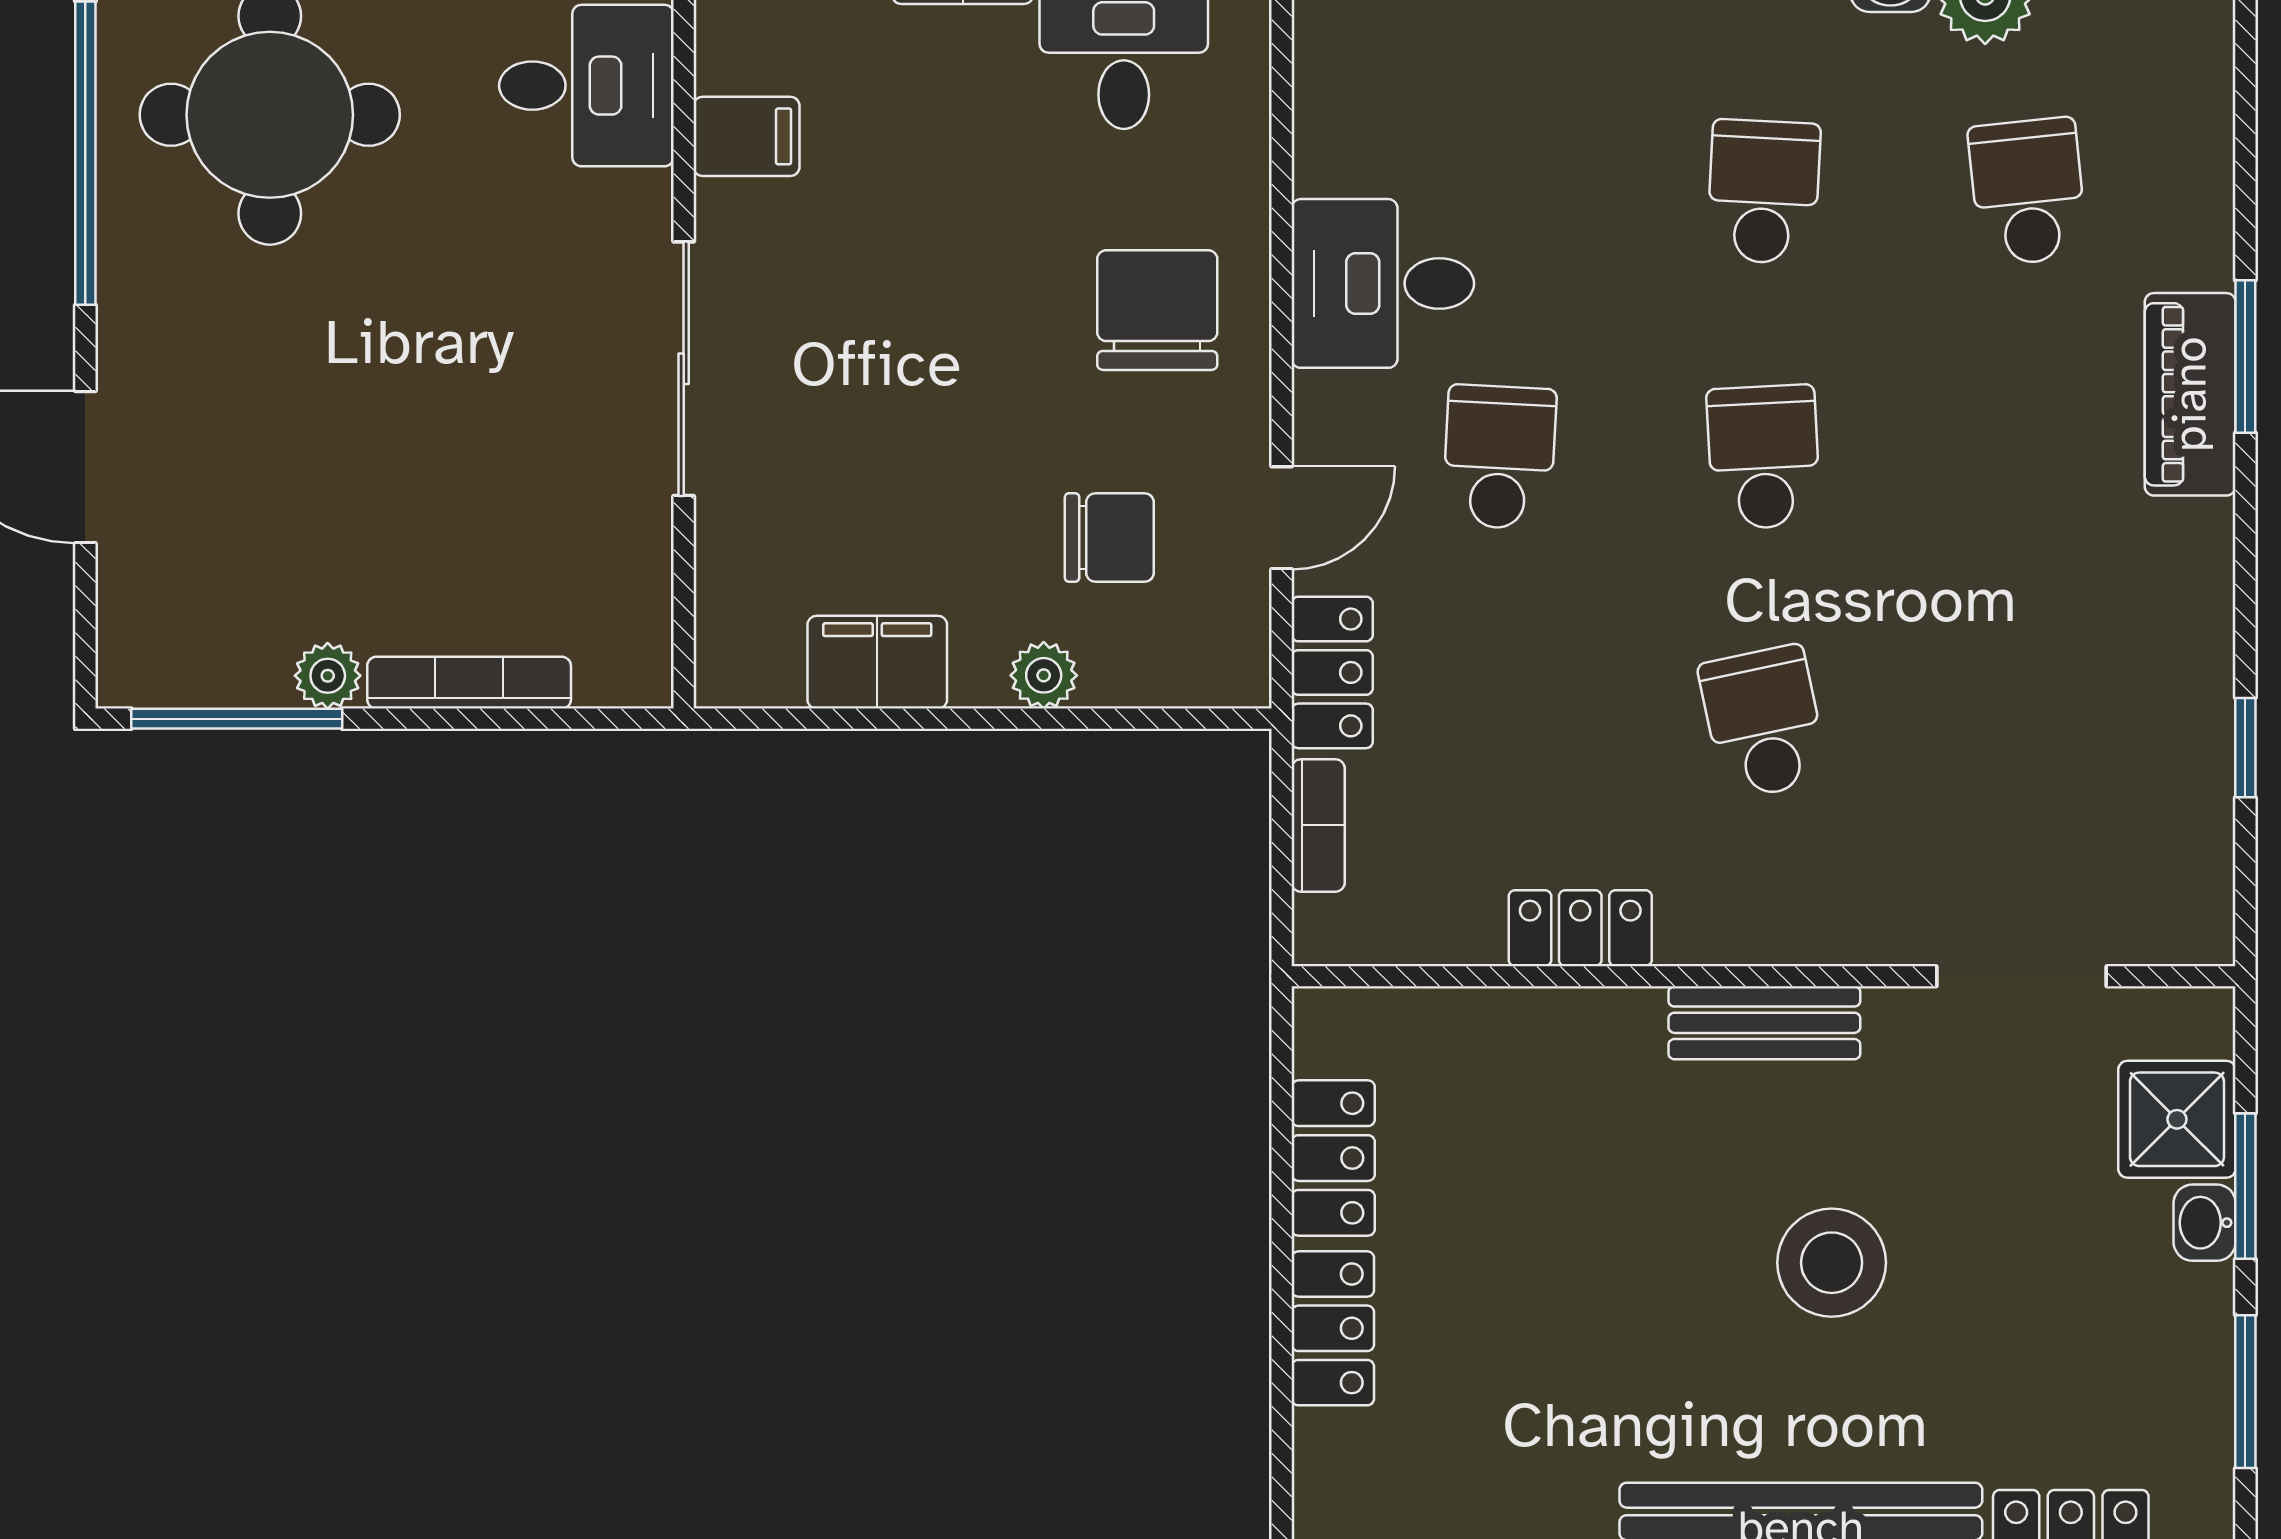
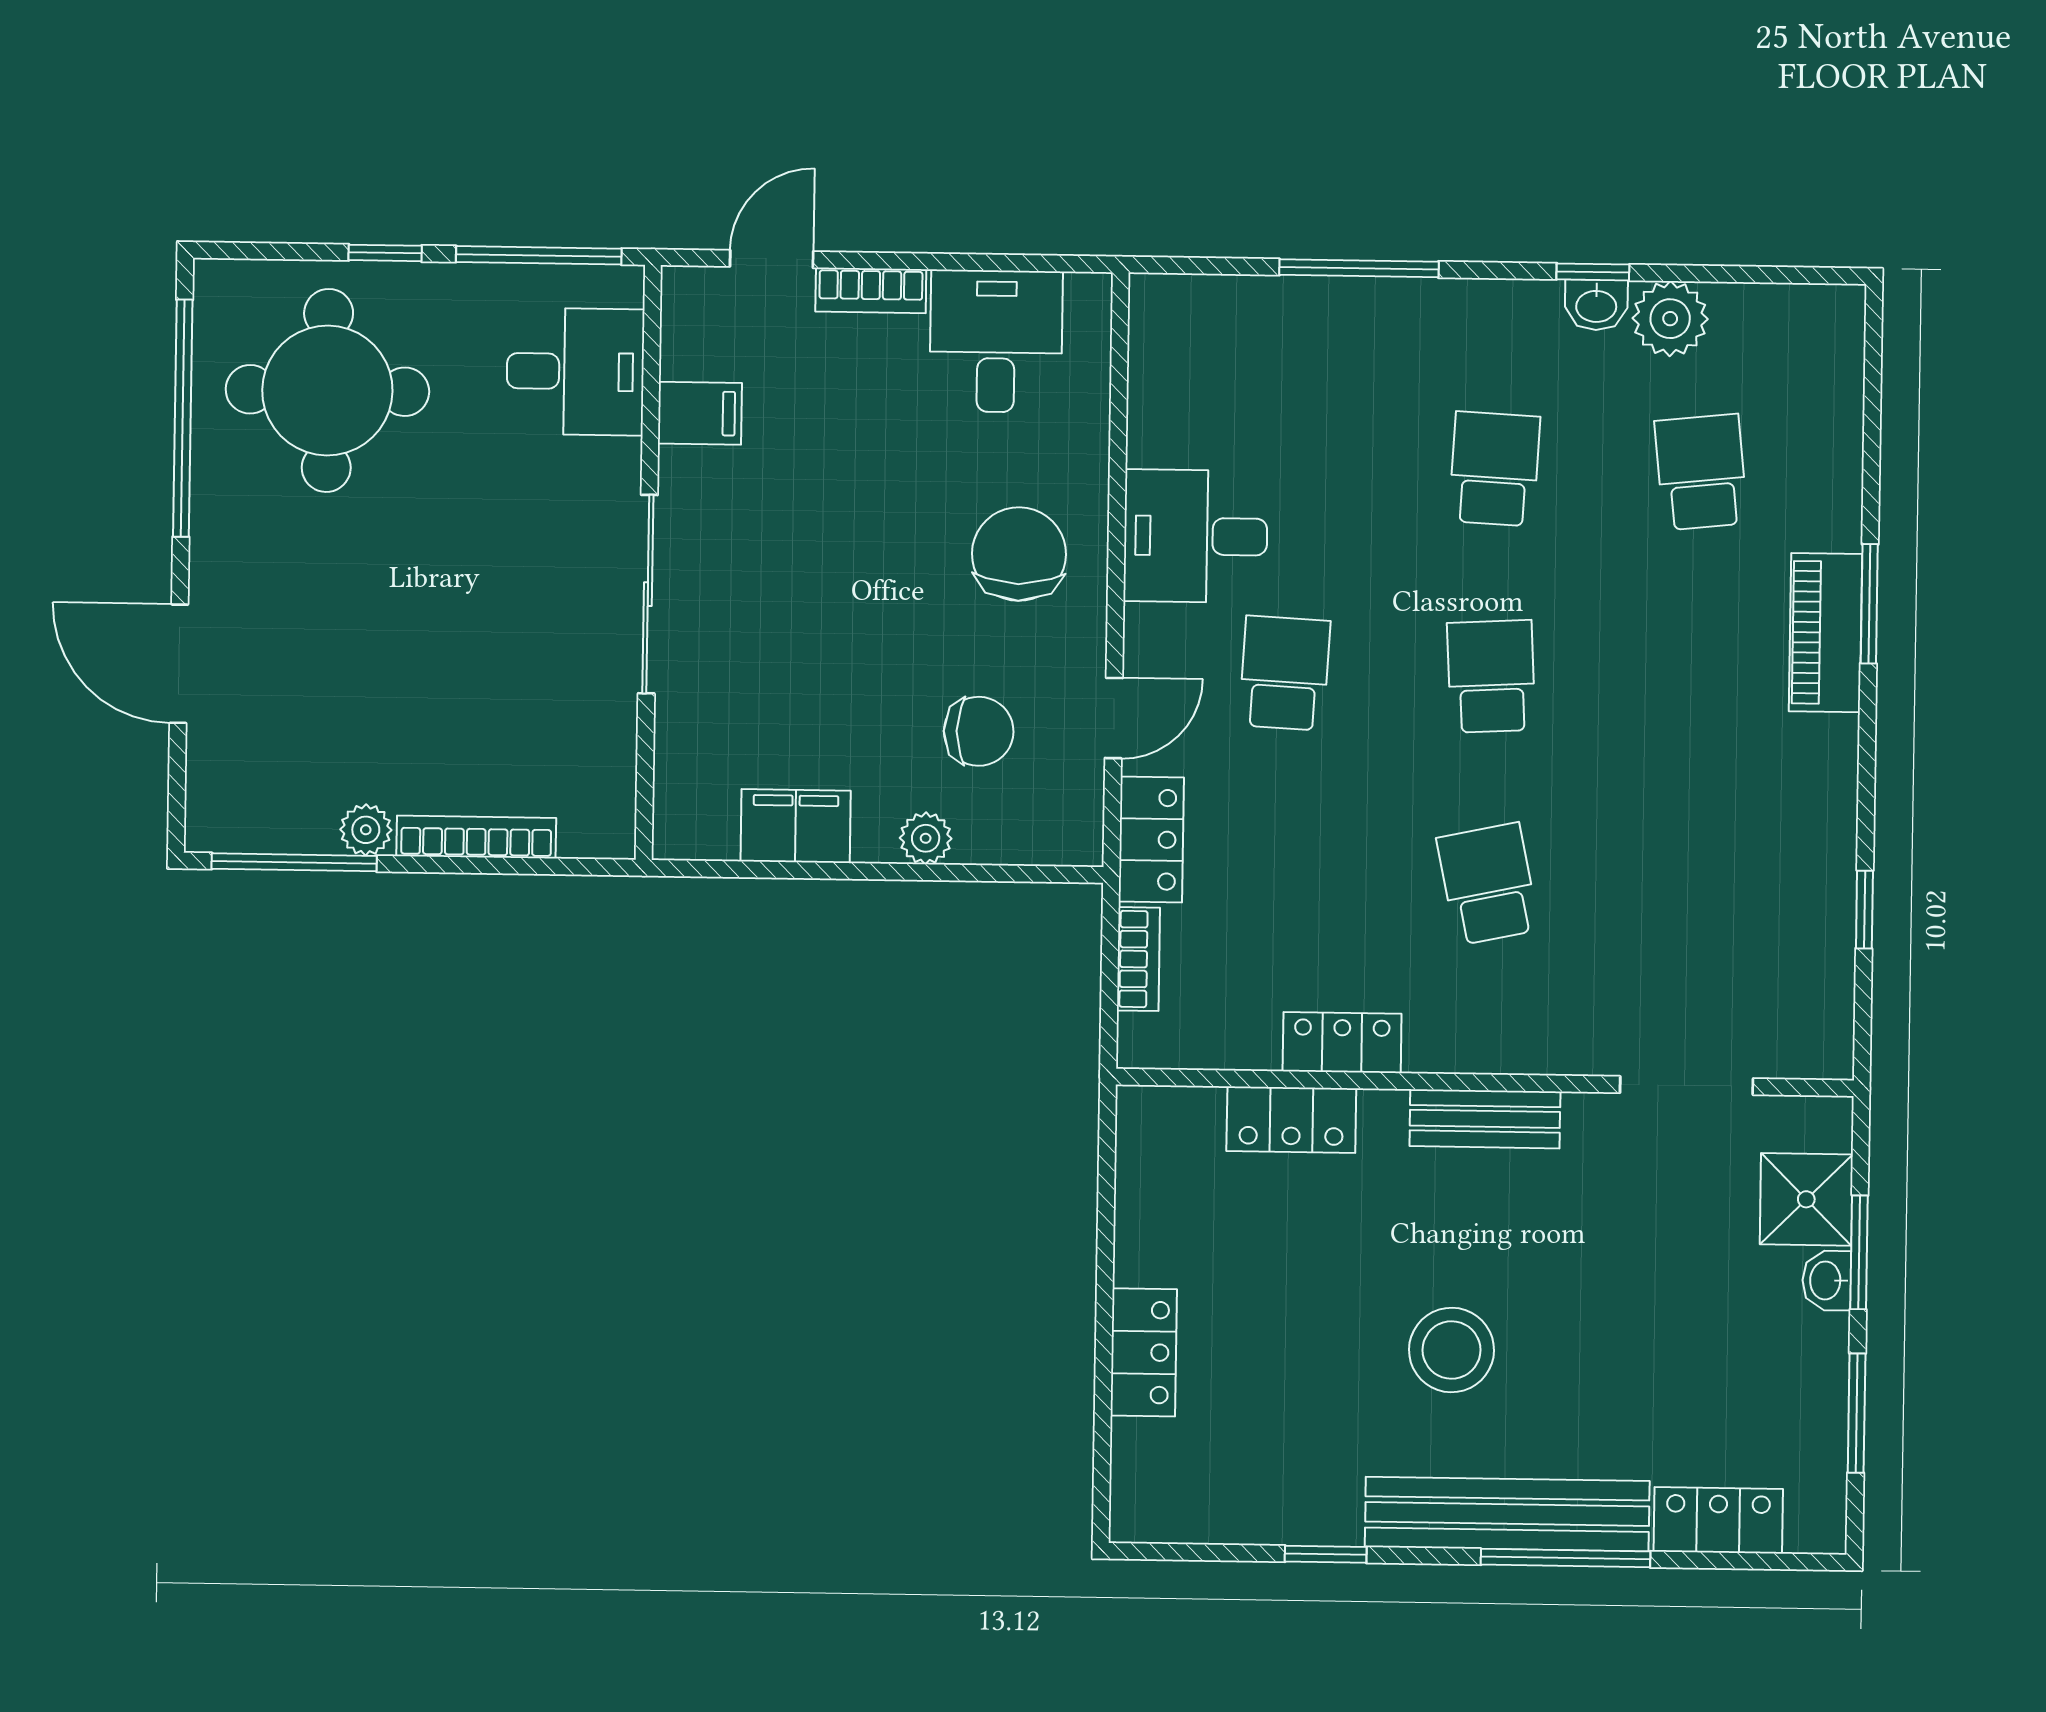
locker: (1333, 1158) -> (1291, 1120), moved, turned 90
stool: (1832, 1263) -> (1451, 1350), moved

